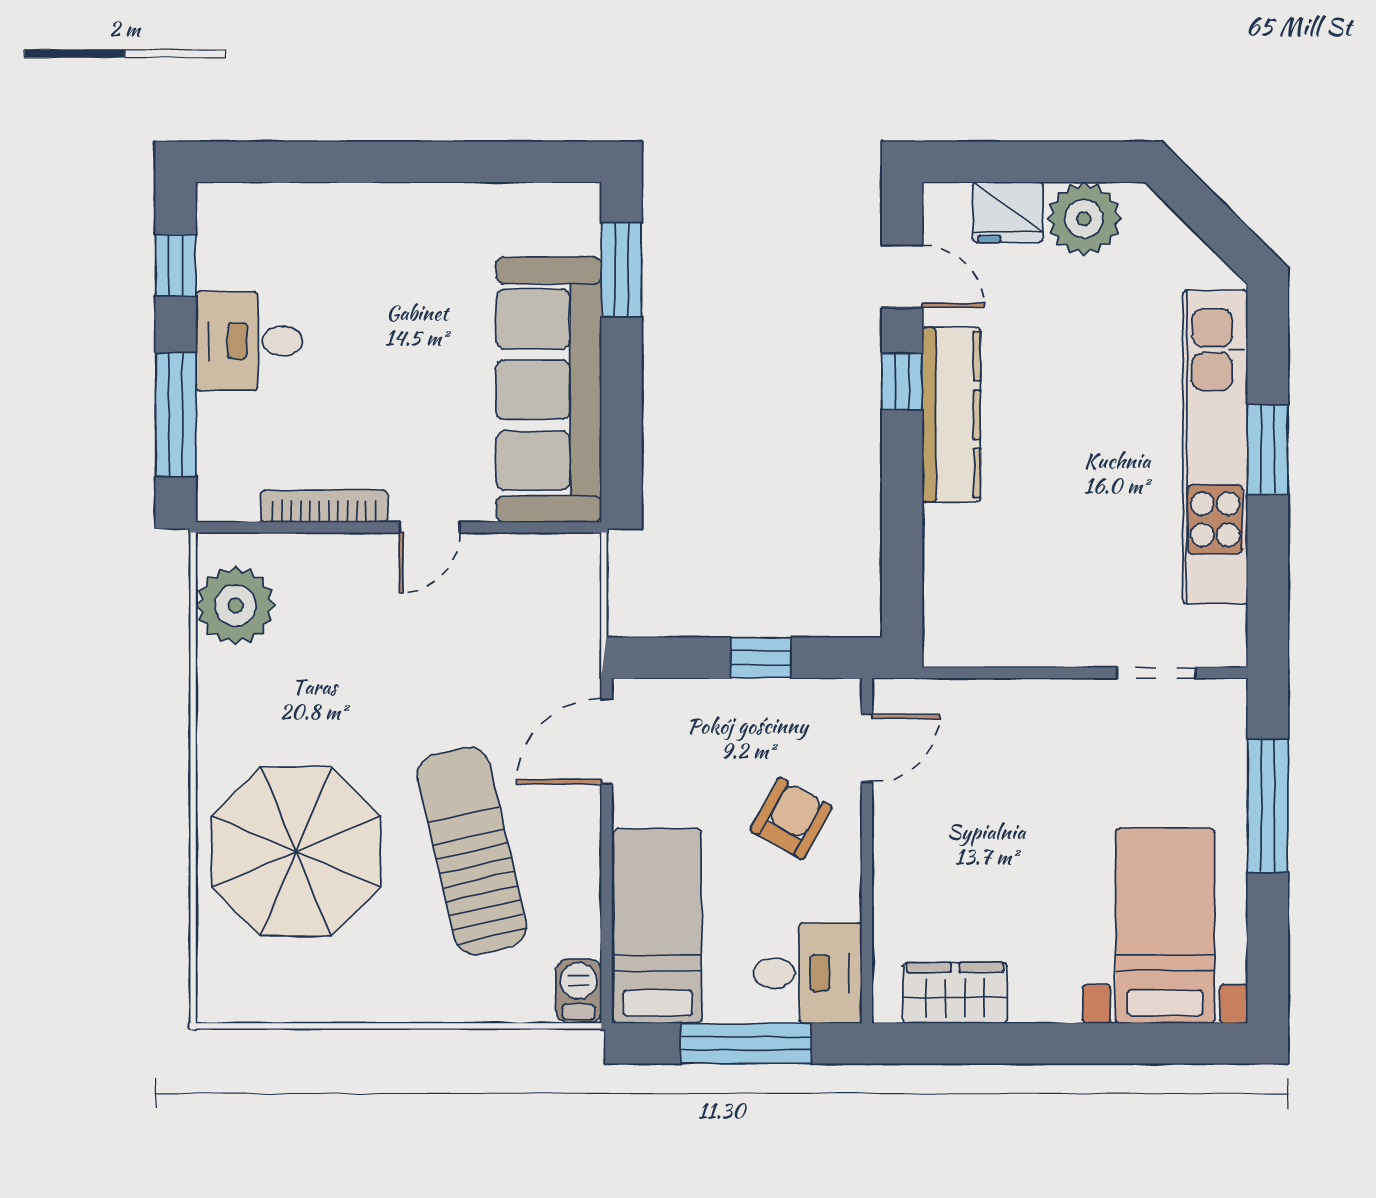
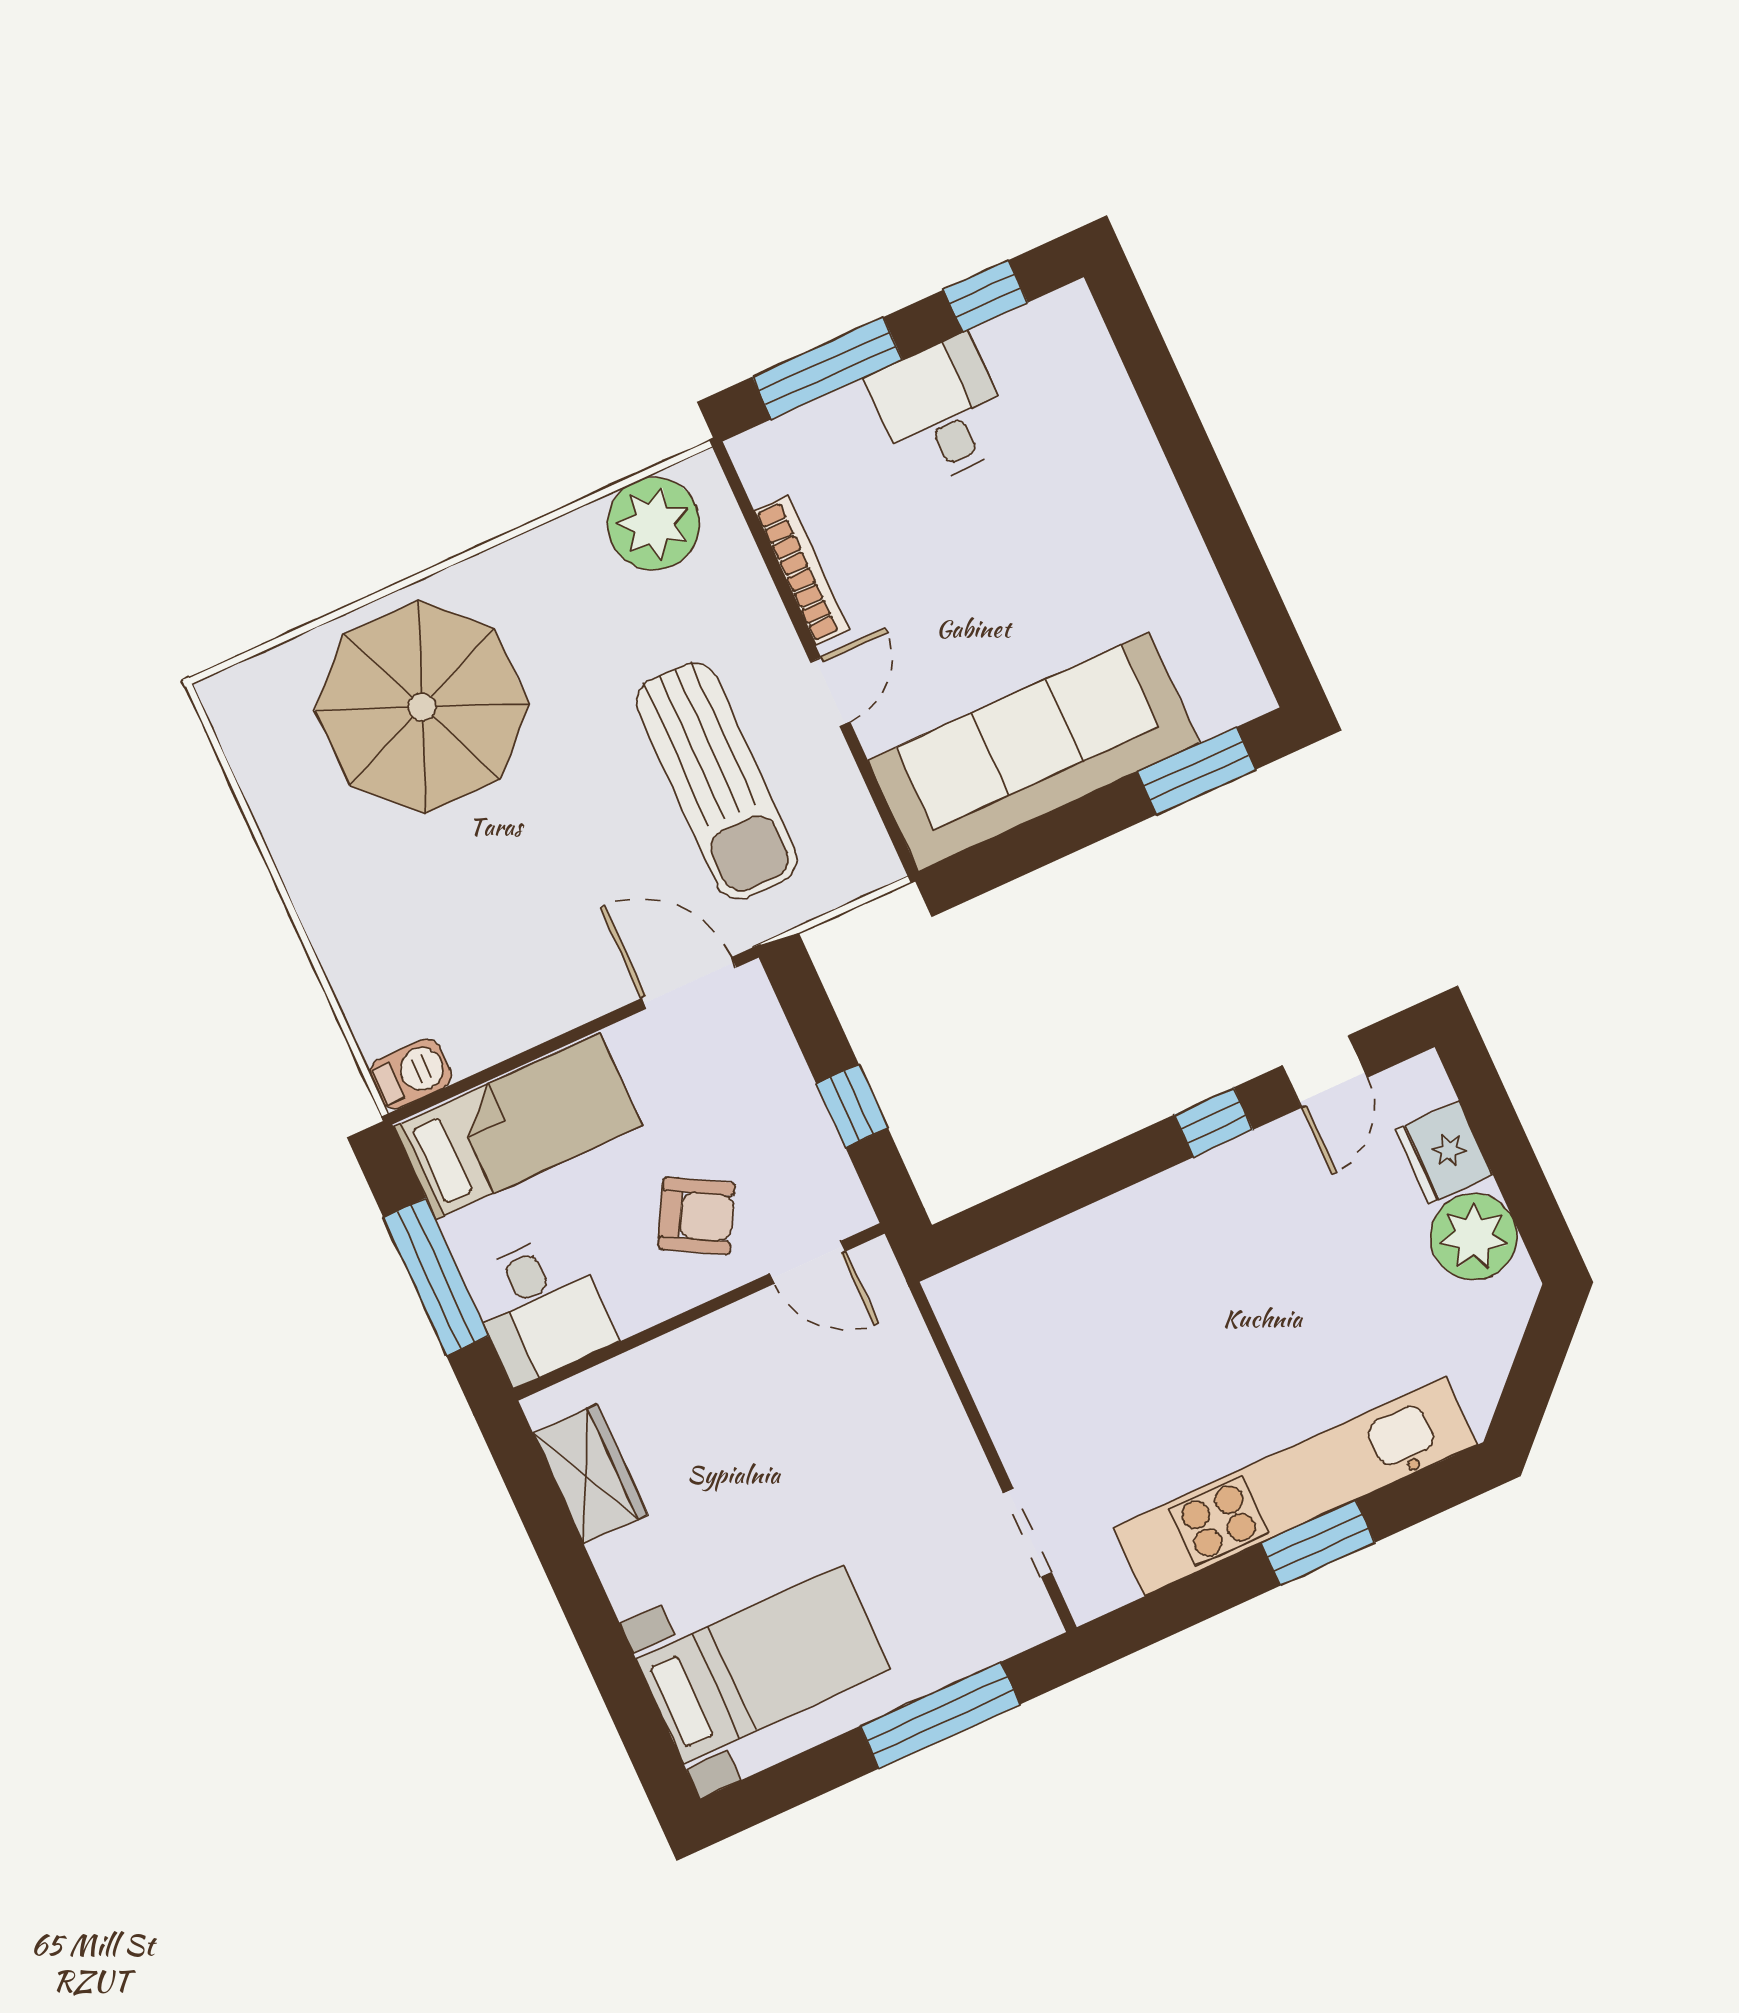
kitchen counter: (951, 415) -> (1202, 1191), removed
door: (430, 527) -> (830, 692), swing flipped
sun lounger: (472, 851) -> (717, 781), moved, turned 103

